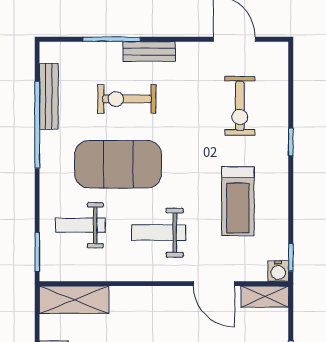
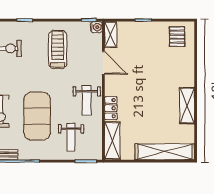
treadmill: (238, 201) -> (58, 50), turned -90
weight bench: (159, 233) -> (87, 100), moved
door: (214, 284) -> (103, 63), hinge flipped
locker: (132, 297) -> (111, 108), added

